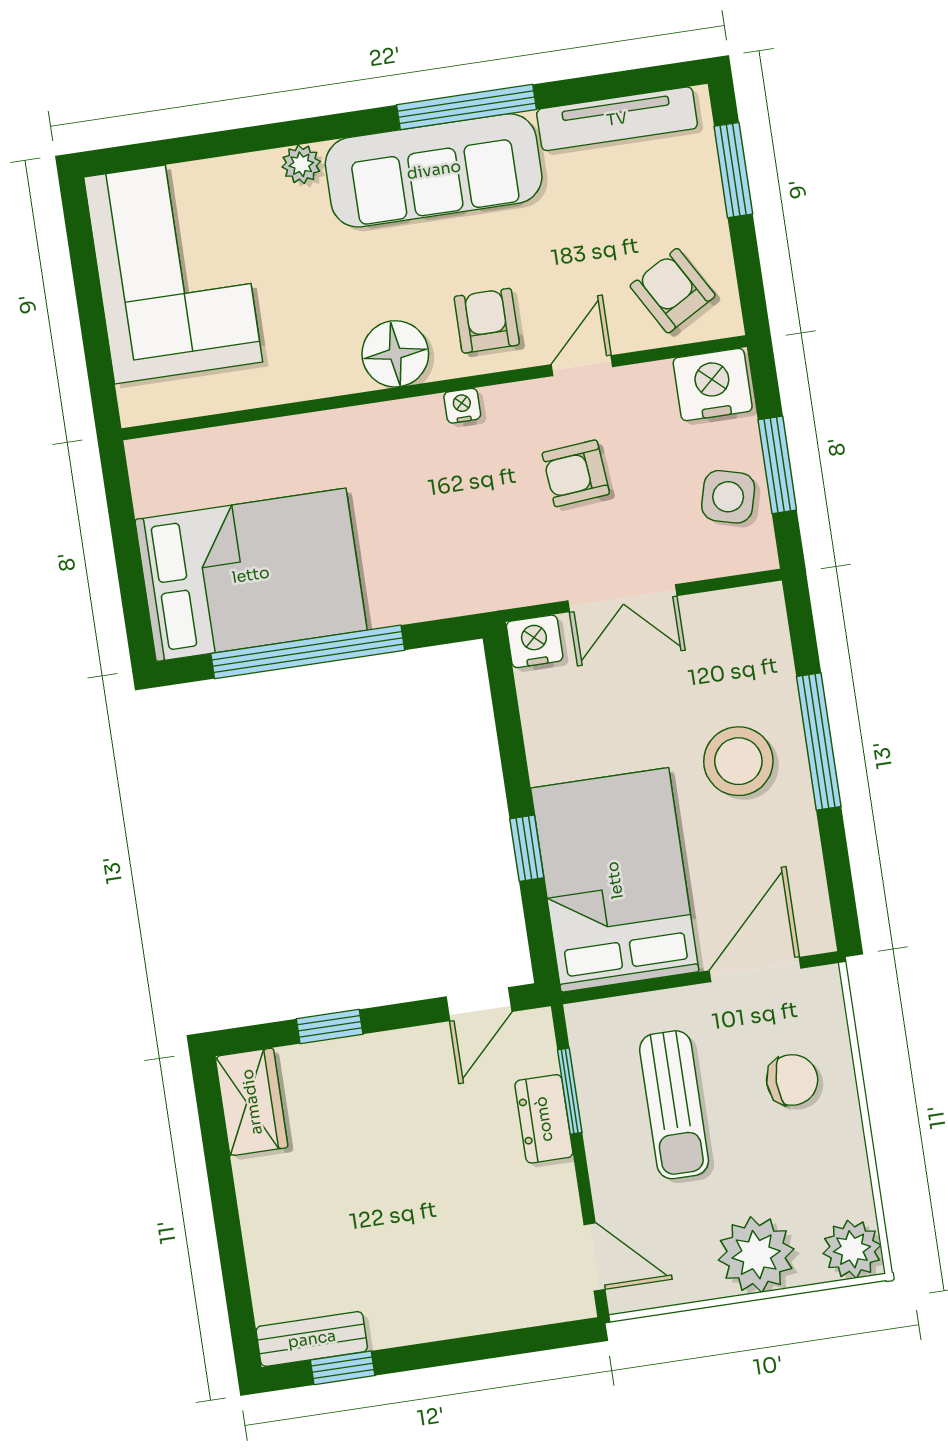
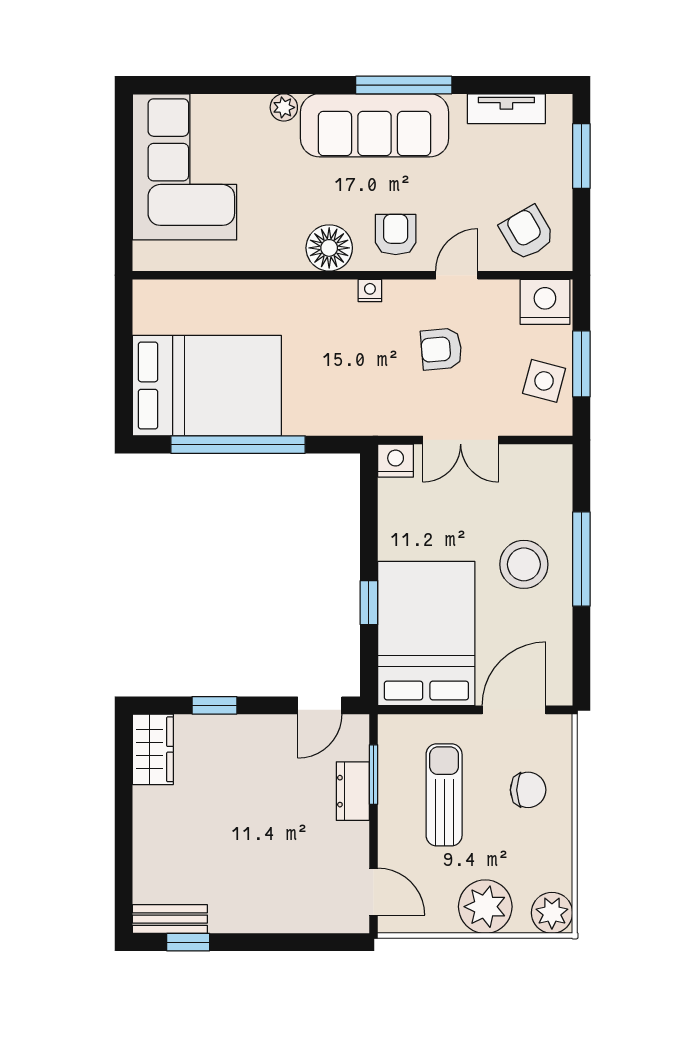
tv unit: (617, 119) -> (506, 109), width x0.71
sun lounger: (674, 1105) -> (444, 795), turned 180

